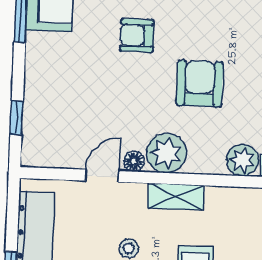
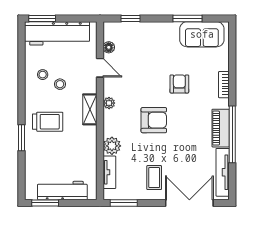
plant: (166, 153) -> (109, 103), width x0.53, depth x0.53
floor lamp: (134, 161) -> (109, 47), moved

